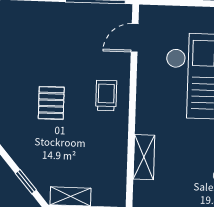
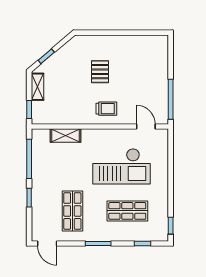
pallet: (51, 103) -> (100, 72), turned 90

